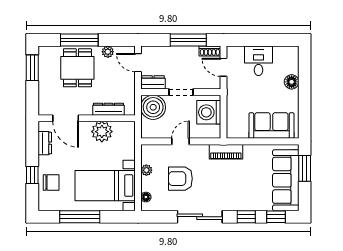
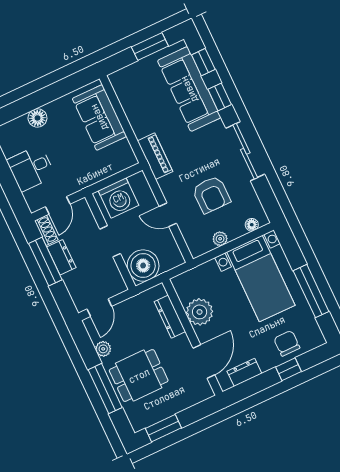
dresser: (153, 82) -> (61, 257), moved, turned 180
window: (305, 168) -> (150, 47), moved
sofa: (286, 180) -> (189, 89), moved, turned 90

